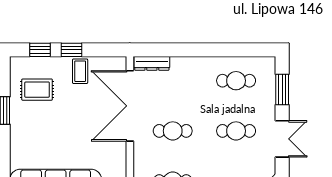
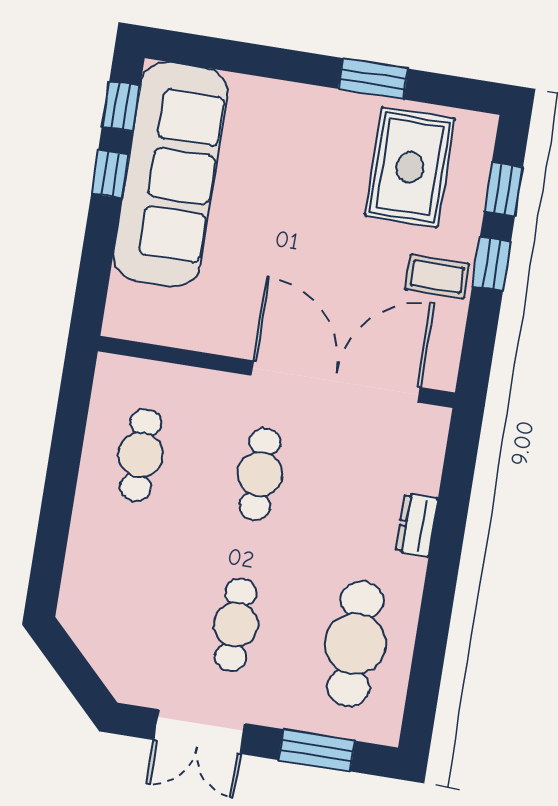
dresser: (152, 63) -> (417, 525), moved, width x0.70
cafe table: (236, 81) -> (355, 644), width x1.37, depth x1.35
rug: (37, 90) -> (410, 167), width x1.36, depth x1.43

